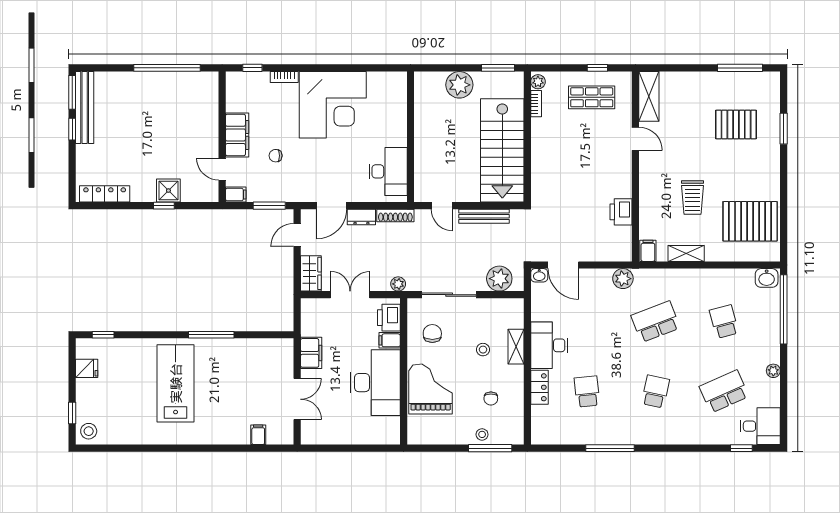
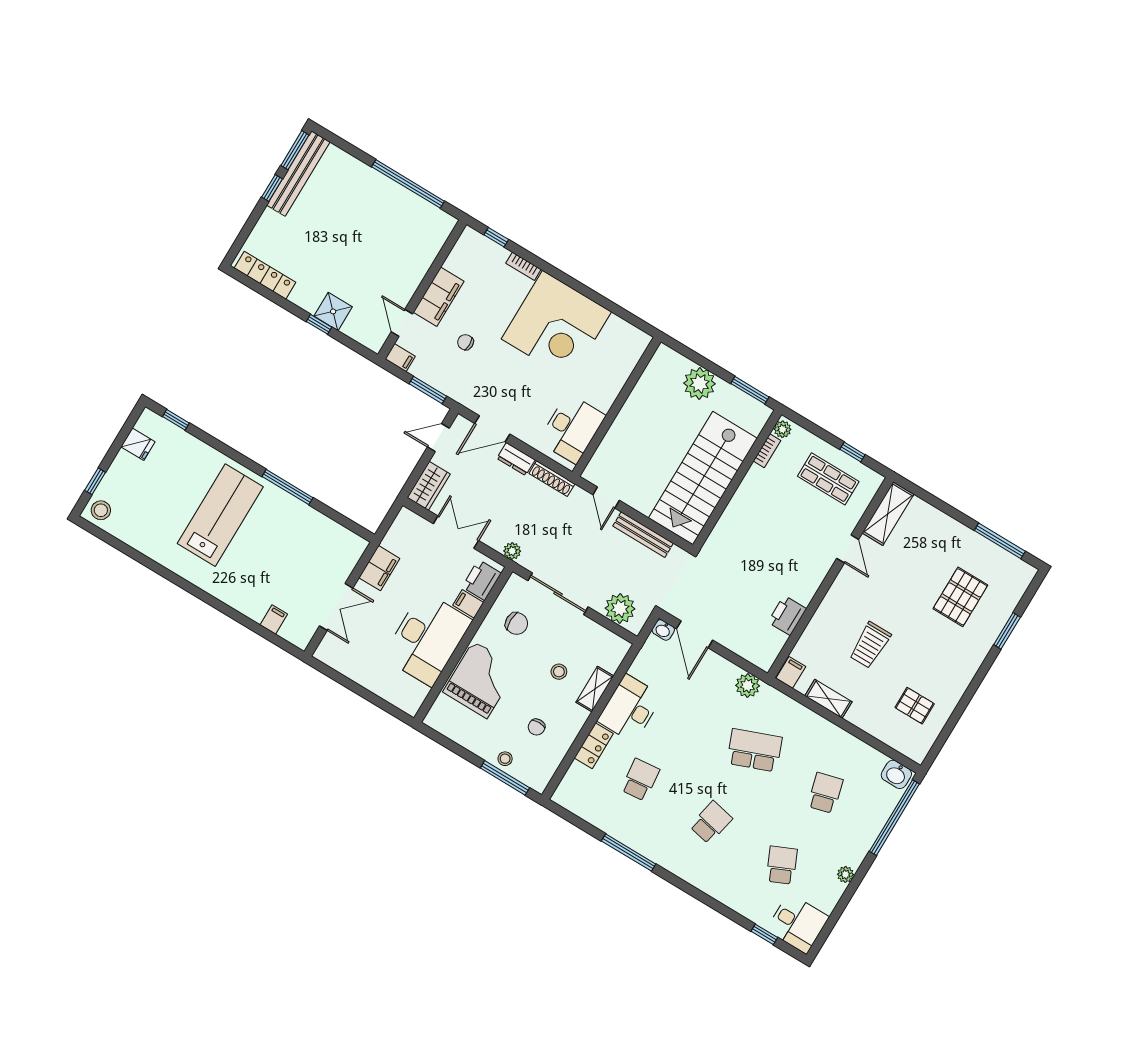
pallet: (736, 124) -> (960, 597), turned 90
pallet: (750, 221) -> (915, 706), width x0.49, depth x0.50
chair: (432, 334) -> (517, 624), turned 90
school desk: (724, 391) -> (782, 865), width x0.54

